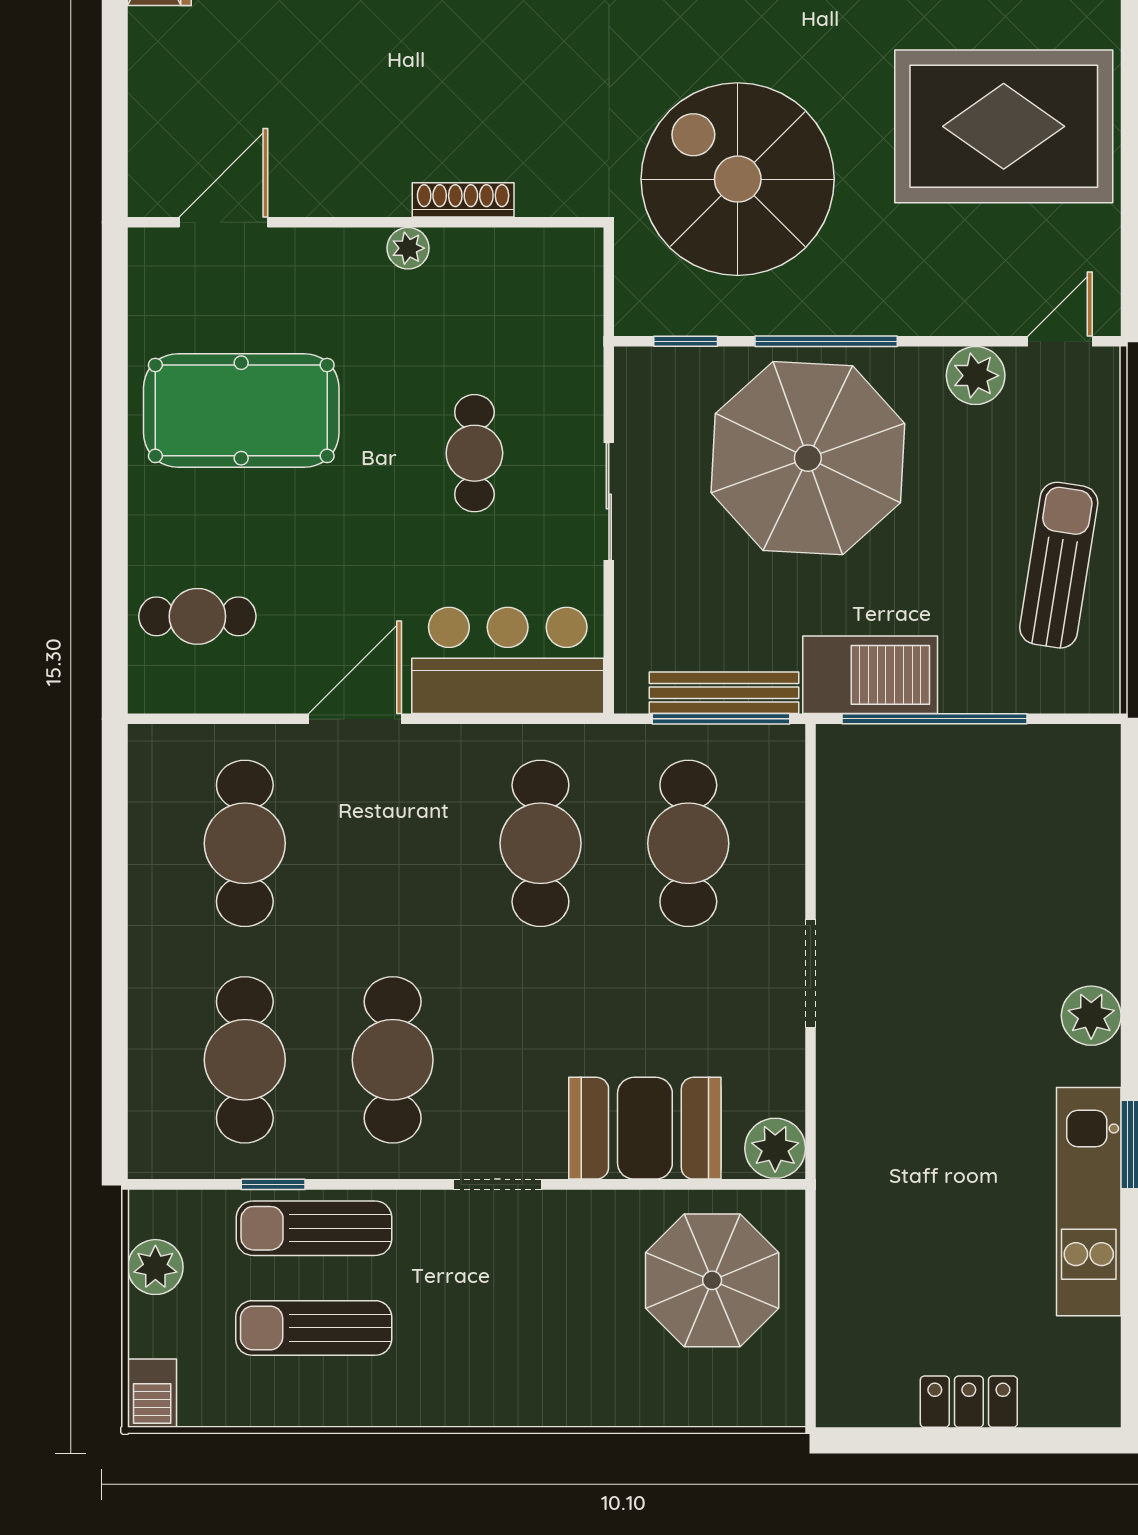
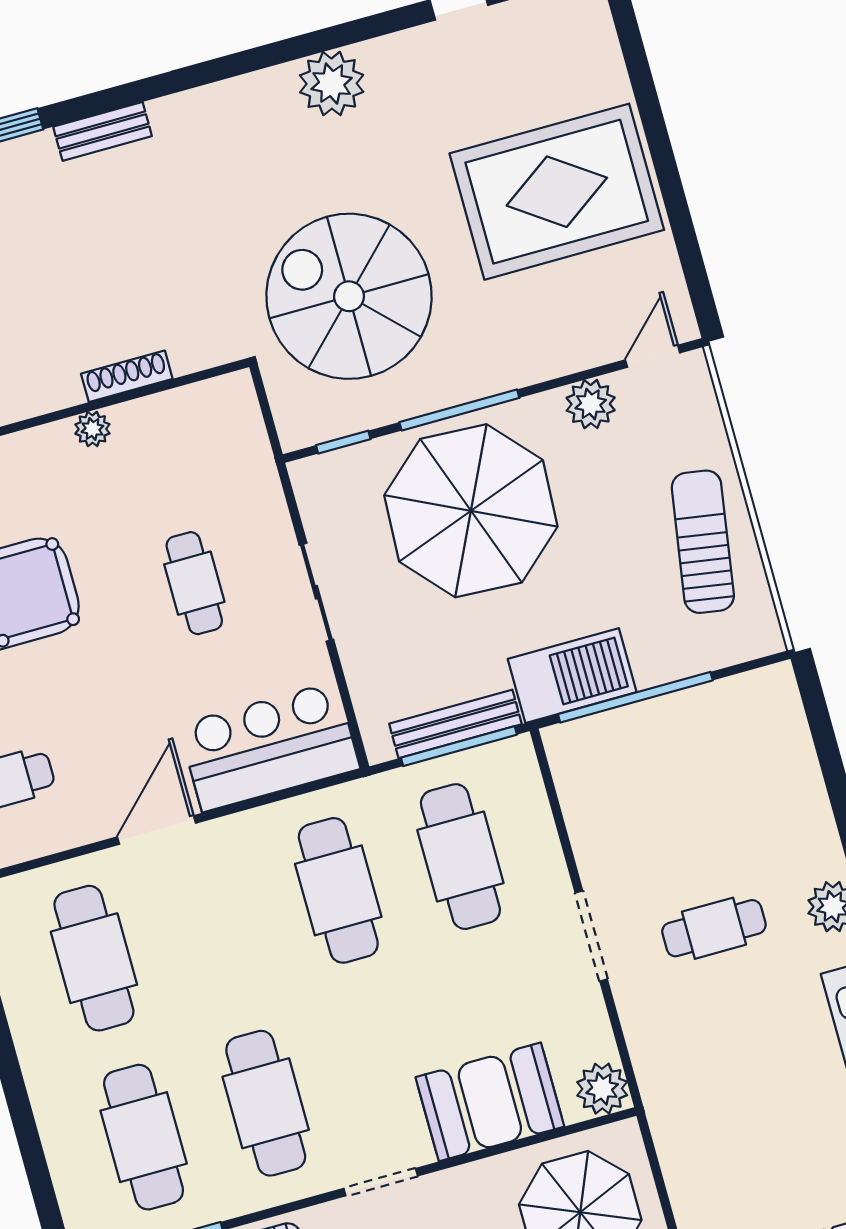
cafe table: (951, 1003) -> (714, 928), added

